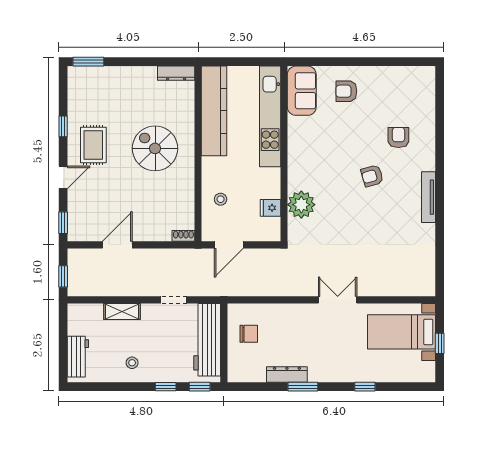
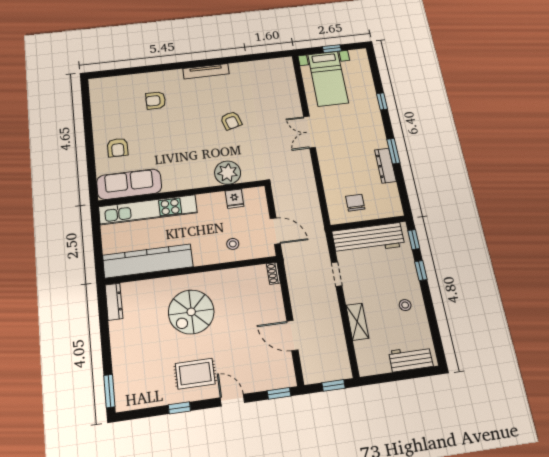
sofa: (302, 91) -> (129, 184), width x1.36
armchair: (372, 176) -> (231, 121), moved

